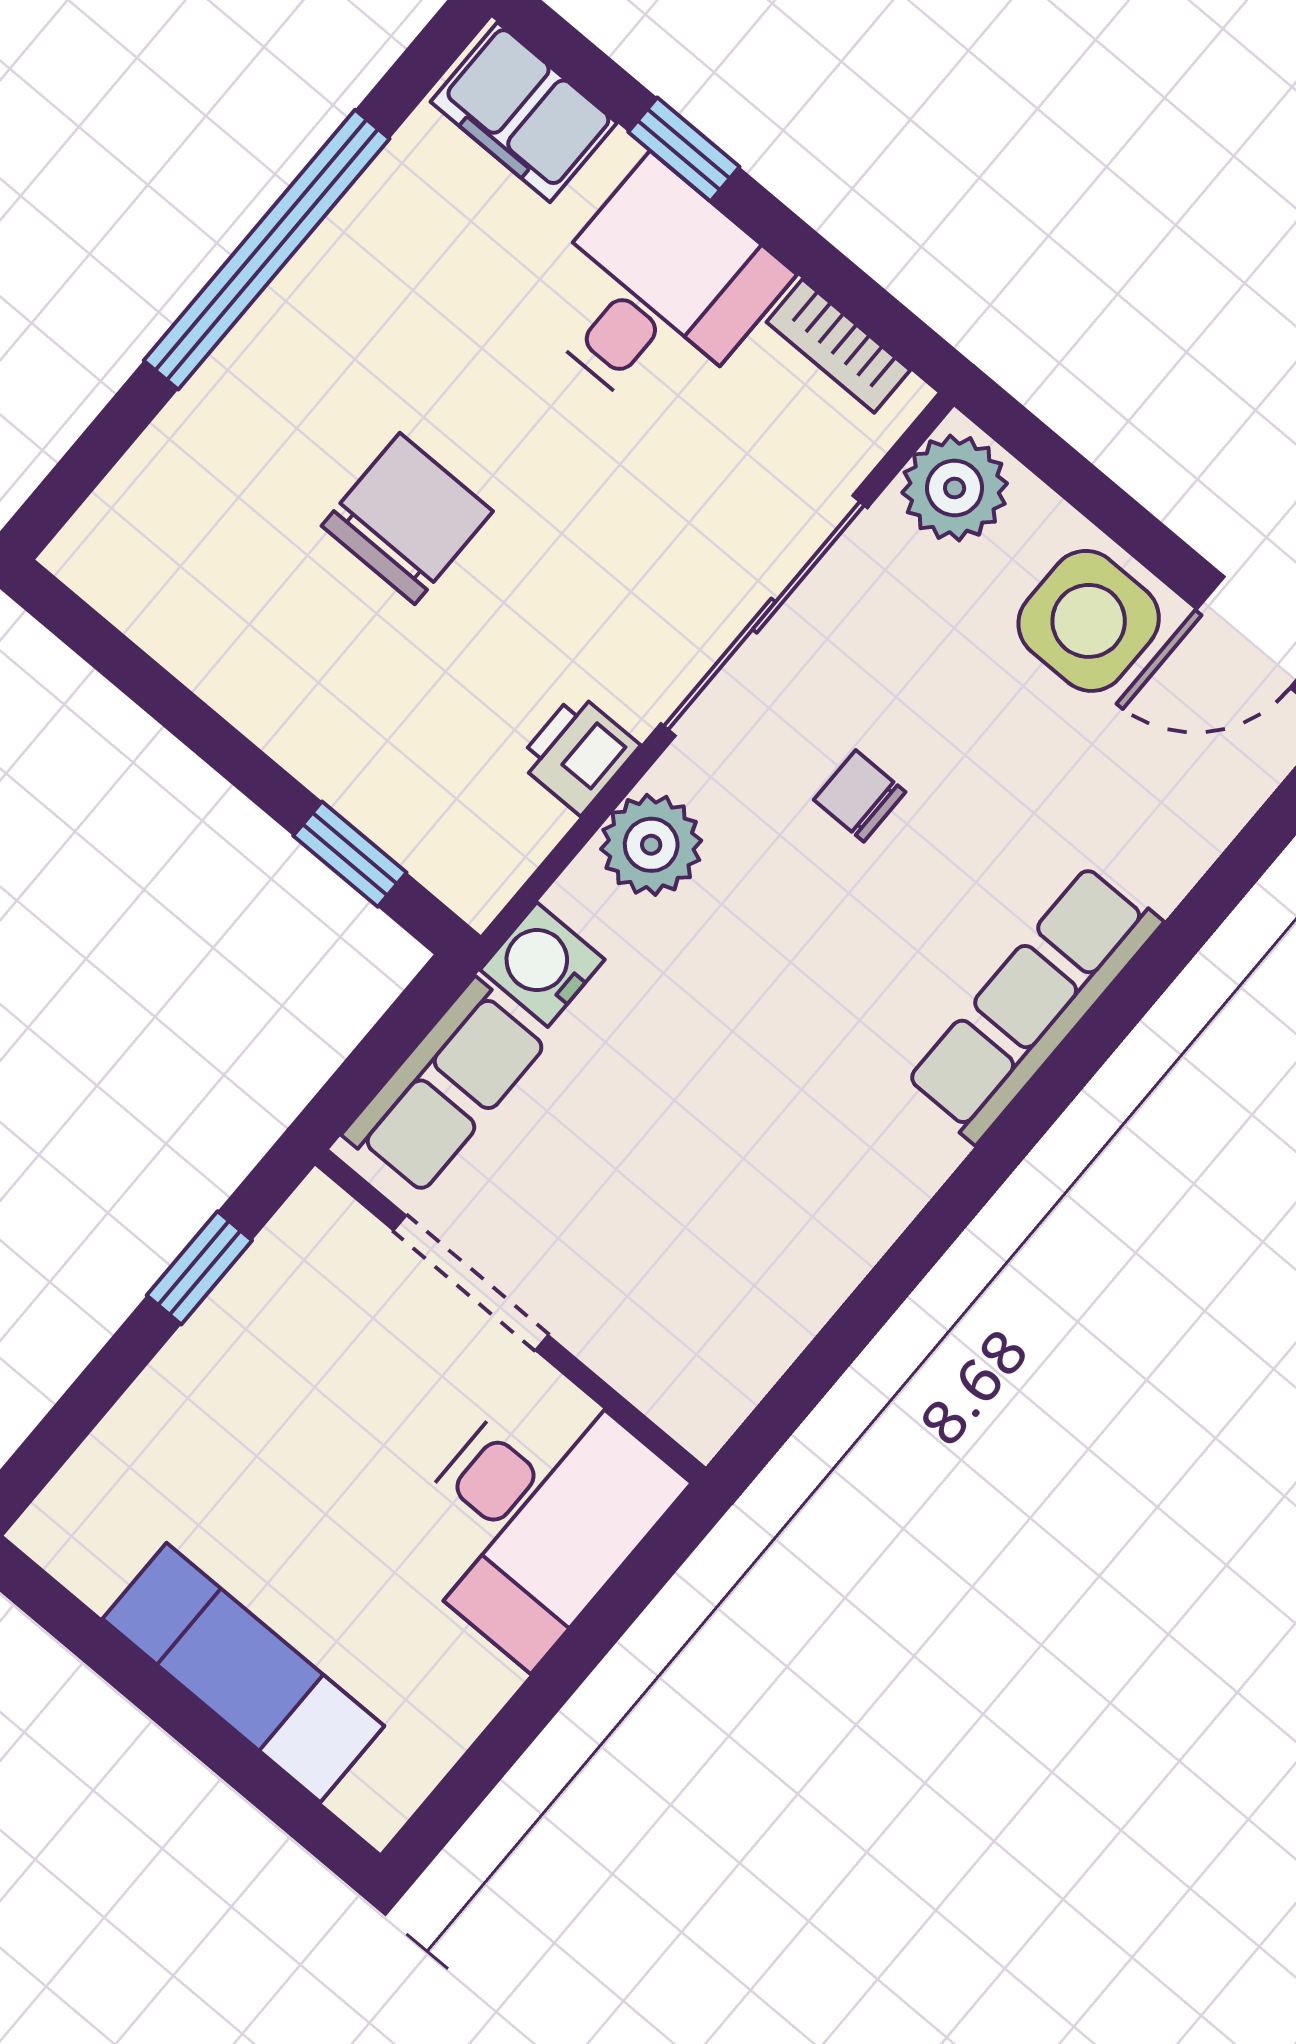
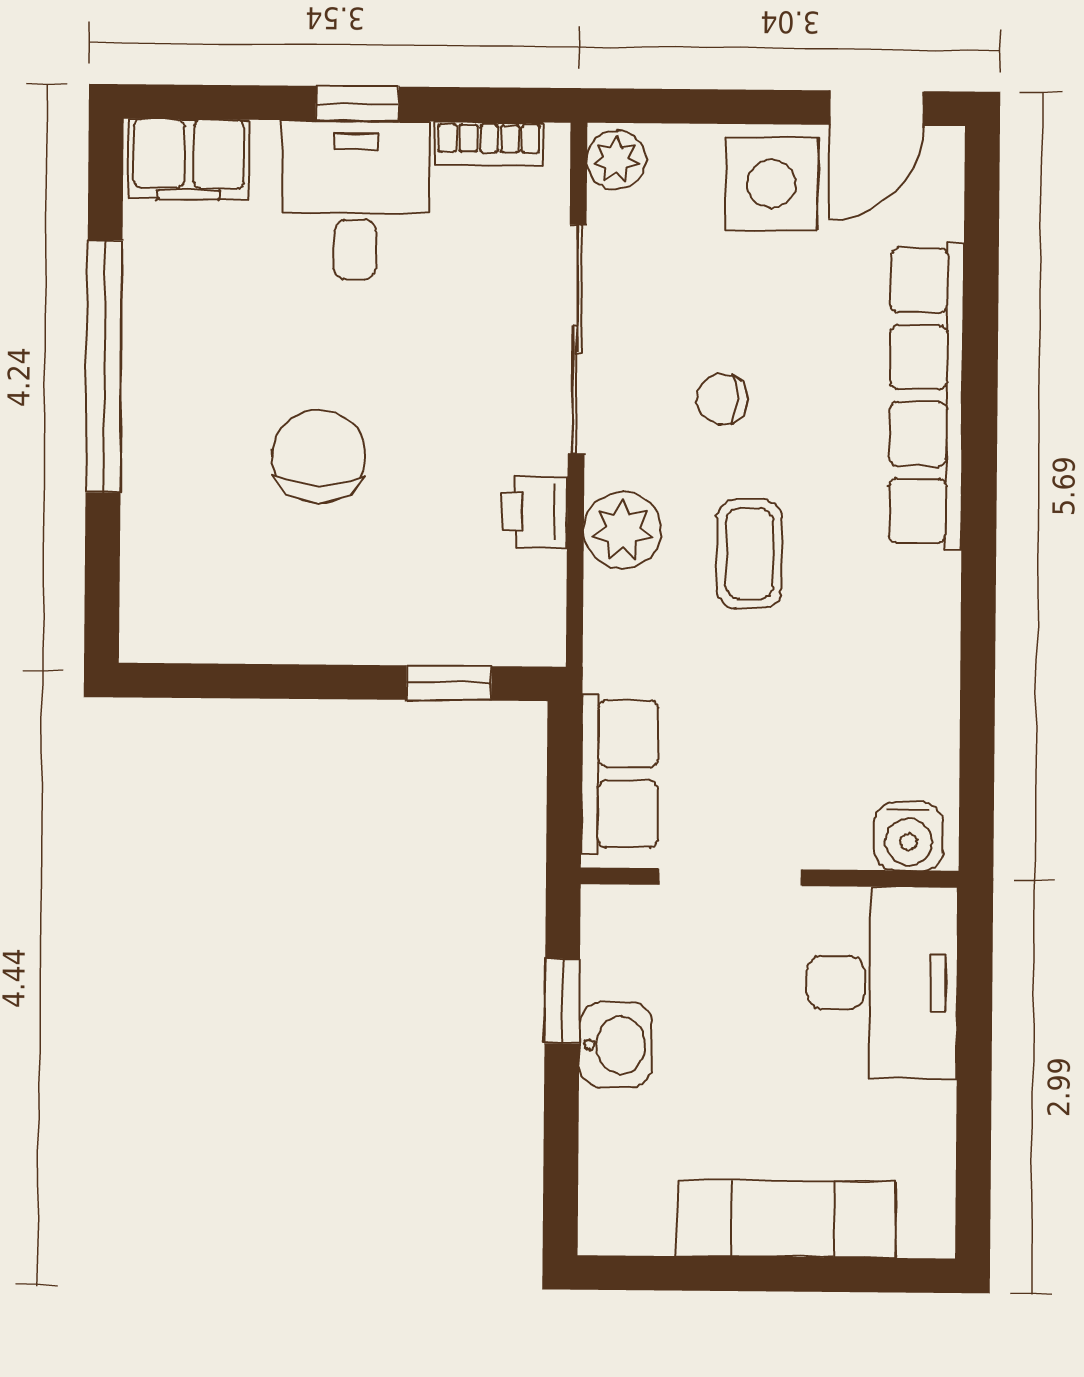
window: (684, 149) -> (357, 104), moved
plant: (955, 488) -> (616, 160), width x0.73, depth x0.73
water cooler: (542, 965) -> (909, 836), moved, turned -90
coffee table: (759, 974) -> (750, 554), added
row of seats: (1034, 1003) -> (926, 396), width x1.36
washbasin: (216, 1356) -> (615, 1045), added

